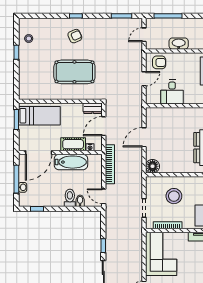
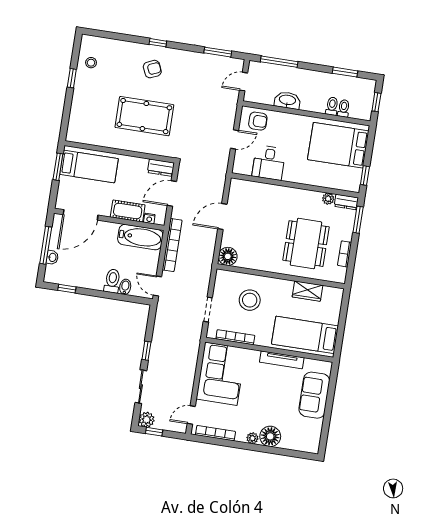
bathtub: (71, 162) -> (140, 237), moved

